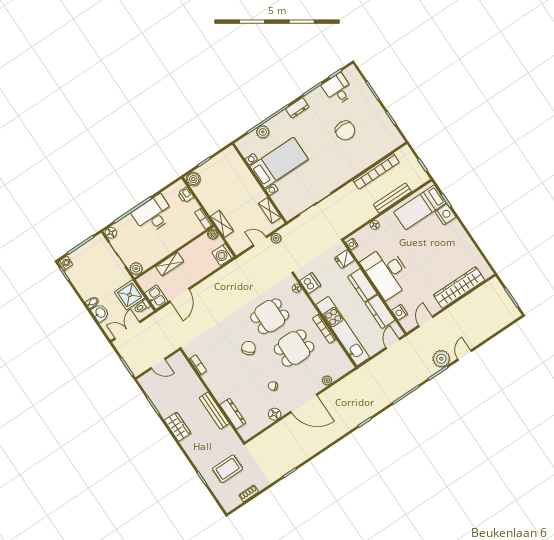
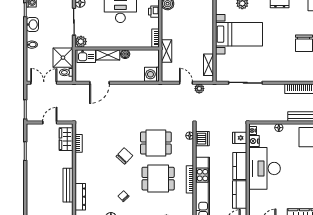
boiler: (213, 234) -> (125, 54), moved
kitchen sink: (156, 297) -> (86, 56), moved, turned 90
nightstand: (400, 312) -> (254, 141), moved
washbasin: (100, 313) -> (32, 25), moved
door: (158, 364) -> (50, 123), swing flipped
wardrobe: (178, 427) -> (66, 139), moved, turned 180

